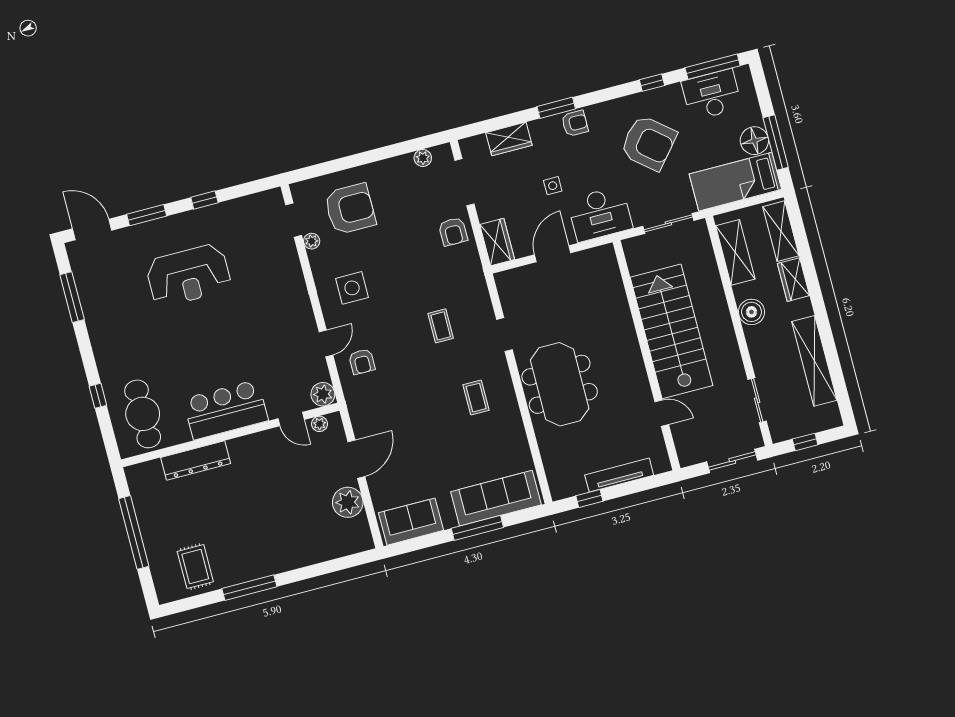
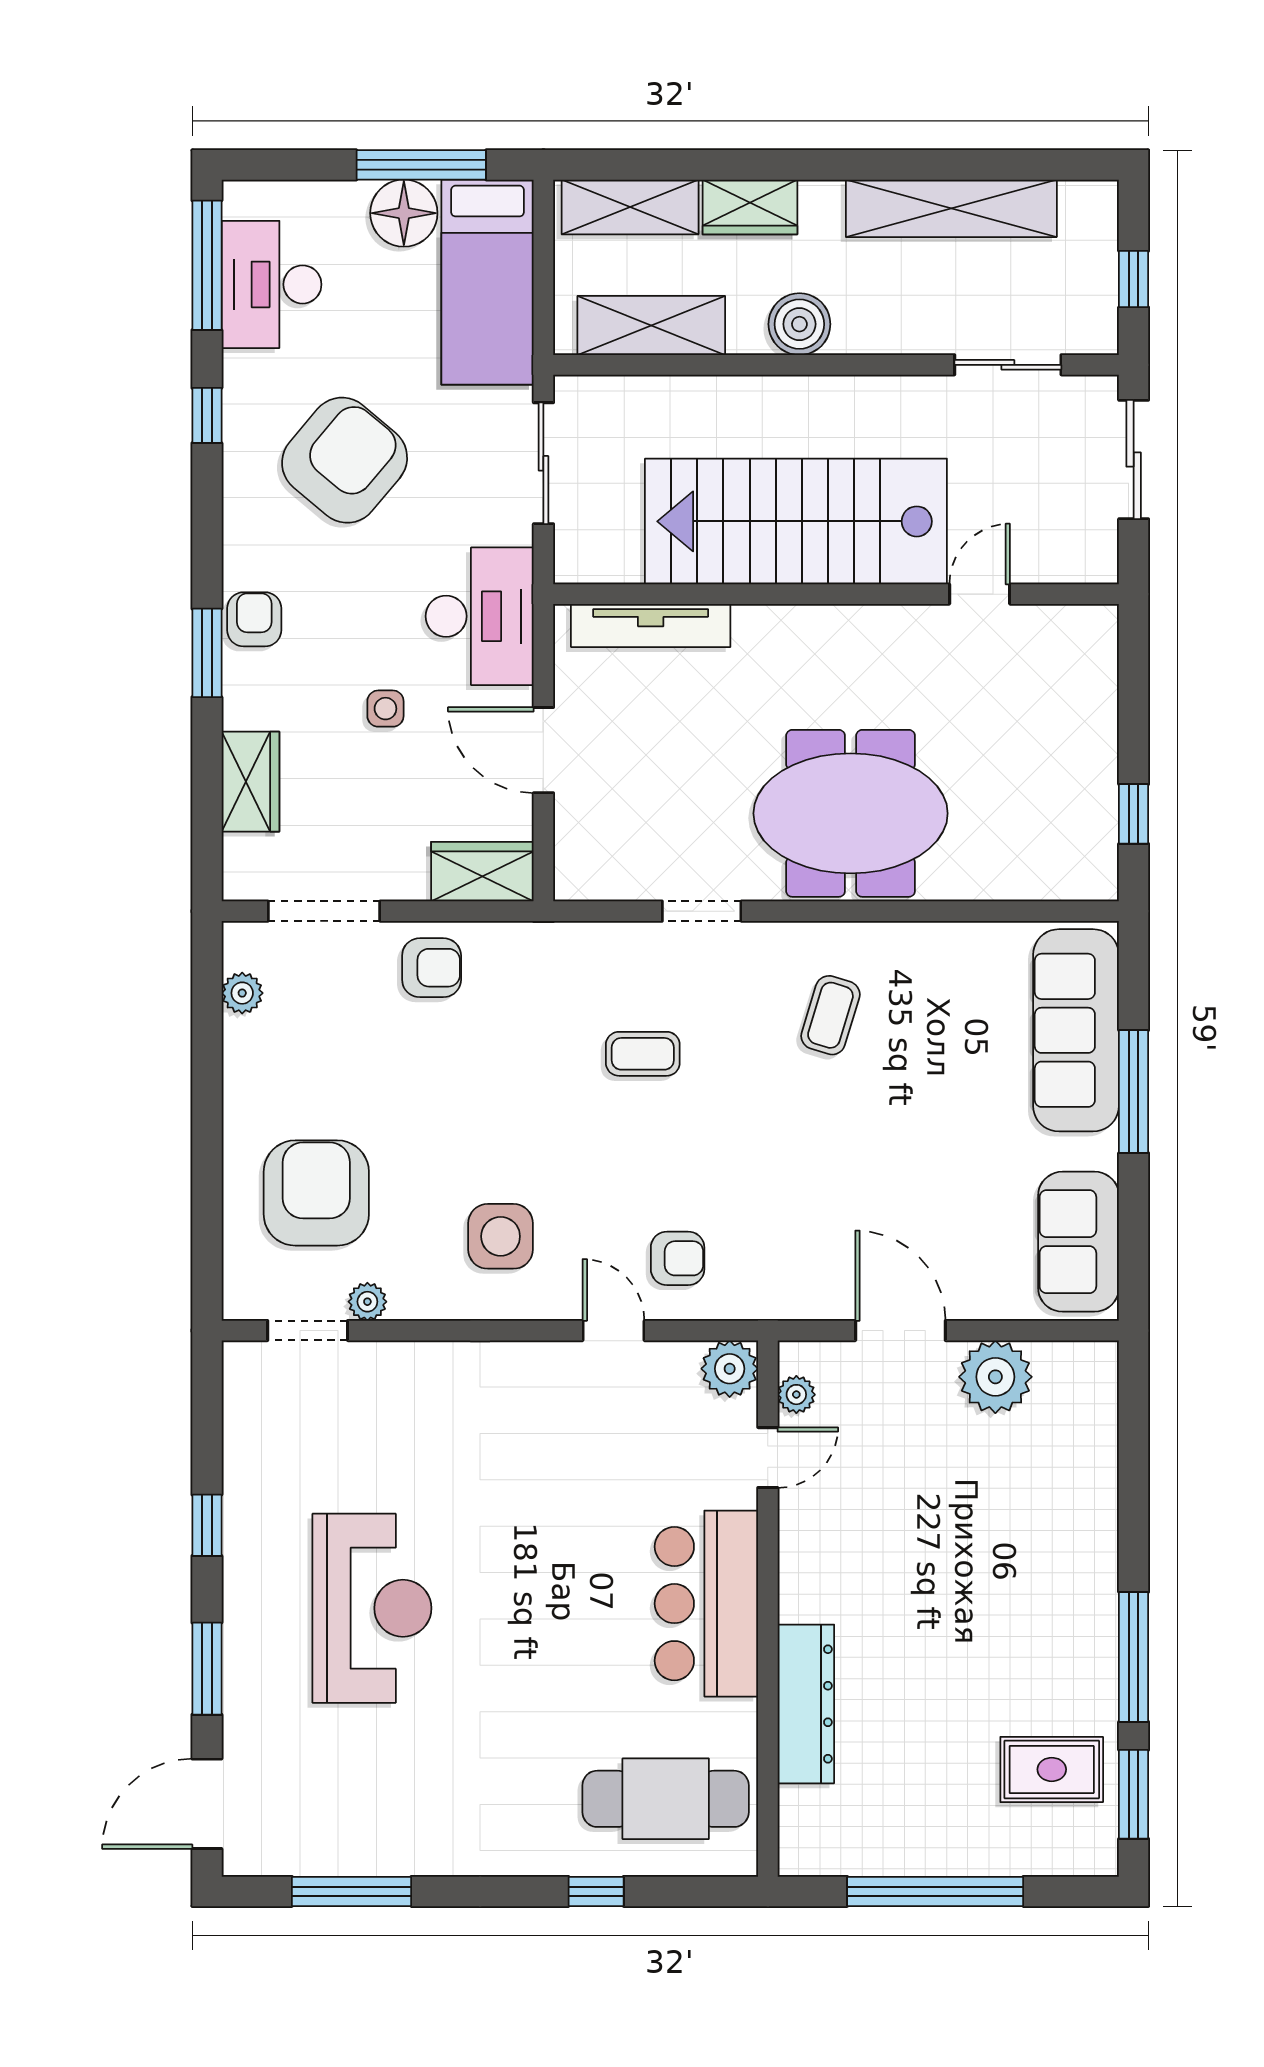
coffee table: (476, 398) -> (830, 1015), turned -73
tv unit: (619, 475) -> (651, 625), moved, turned -90
window: (194, 602) -> (1134, 1794), added

